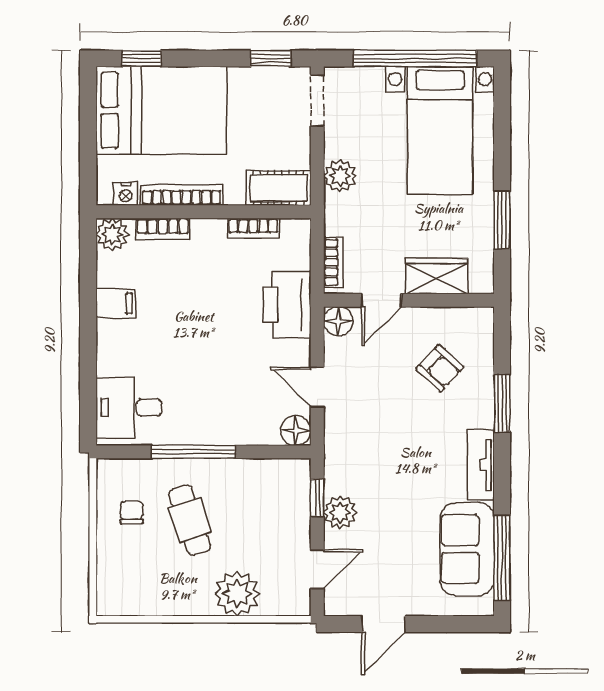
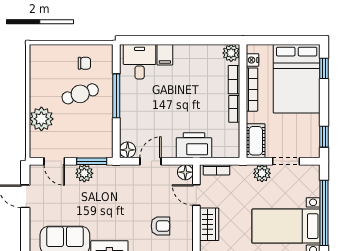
doorway: (317, 100) -> (286, 161), moved
bookcase: (253, 228) -> (234, 109), moved
filing cabinet: (116, 303) -> (165, 55), moved
armchair: (440, 368) -> (160, 226), turned -133
window: (317, 498) -> (92, 161), width x1.50

